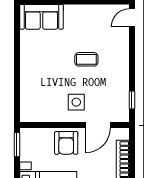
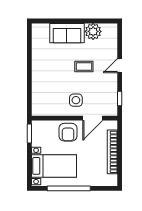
plant: (98, 15) -> (93, 31), added
sofa: (42, 17) -> (67, 33), moved
door: (132, 18) -> (120, 66), moved

